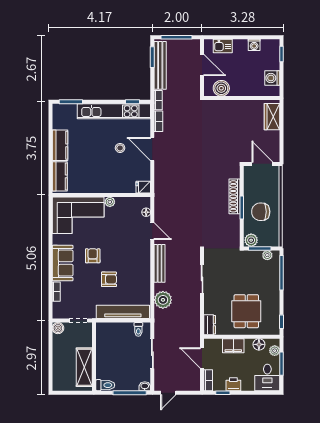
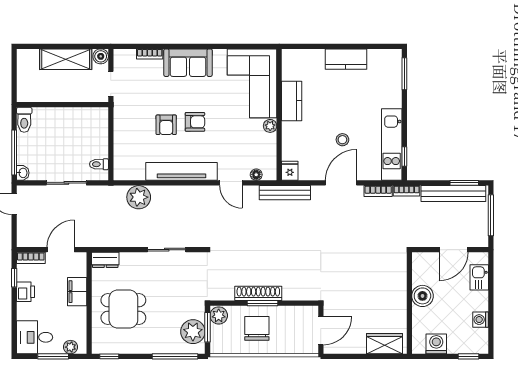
boiler: (221, 88) -> (422, 296), moved
kitchen unit: (114, 111) -> (392, 145), width x0.73
kitchen counter: (60, 176) -> (292, 101), moved, turned -90
shoe rack: (235, 196) -> (258, 293), moved
door: (152, 231) -> (231, 183), hinge flipped
plant: (267, 255) -> (193, 332), width x1.87, depth x1.87
armchair: (93, 256) -> (195, 122), moved
bench: (160, 263) -> (285, 193), moved
tv unit: (123, 312) -> (182, 171), moved, turned -90
floor lamp: (259, 344) -> (79, 326), removed
shelving: (84, 367) -> (66, 59), moved

